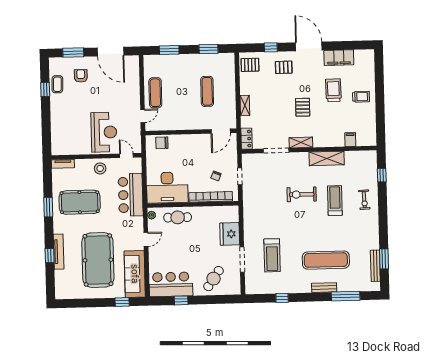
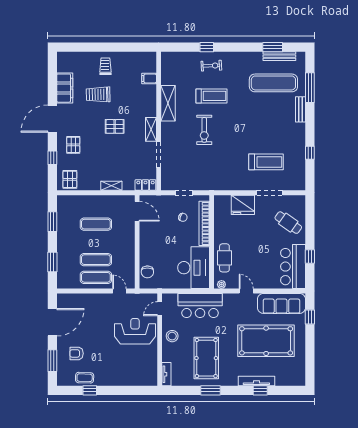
exercise mat: (173, 92) -> (96, 260), added
window: (382, 175) -> (207, 47), moved
treadmill: (335, 201) -> (211, 96), turned 180
exercise mat: (326, 260) -> (273, 83), moved, turned 90

